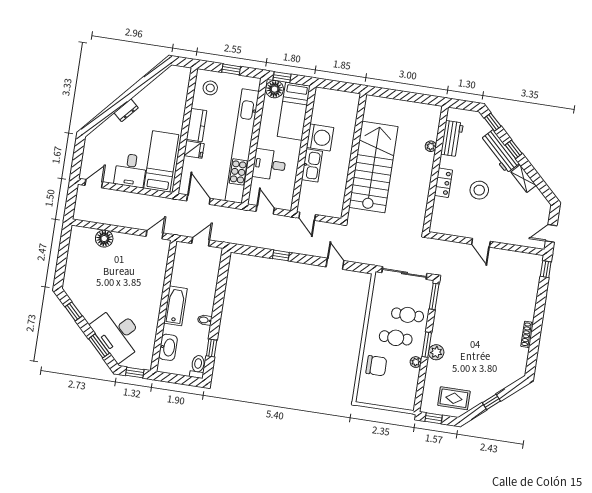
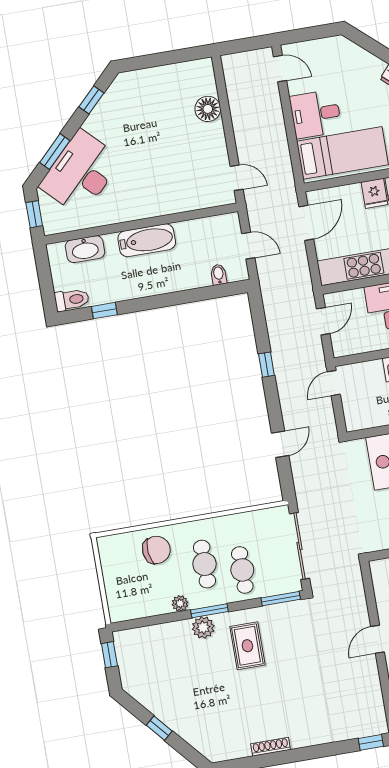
bidet: (205, 320) -> (219, 275), moved
chair: (376, 366) -> (156, 550), turned -96
rug: (454, 398) -> (247, 646), moved

